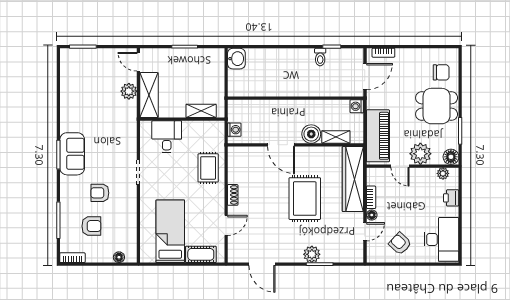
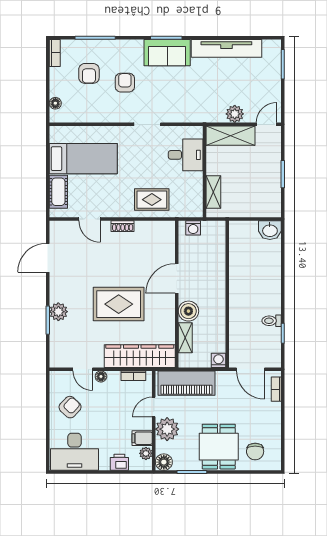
tv unit: (68, 99) -> (226, 48), added
filing cabinet: (429, 177) -> (142, 438), added
bookcase: (371, 197) -> (133, 376), moved

